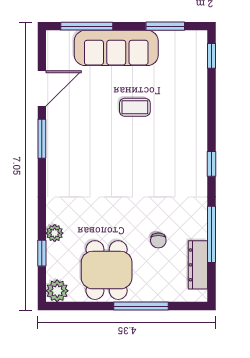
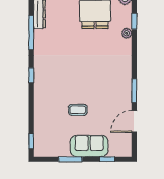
window: (87, 26) -> (107, 159), width x0.46
window: (165, 26) -> (70, 159), moved
sofa: (116, 48) -> (89, 146), width x0.73
chair: (158, 240) -> (64, 29), removed

